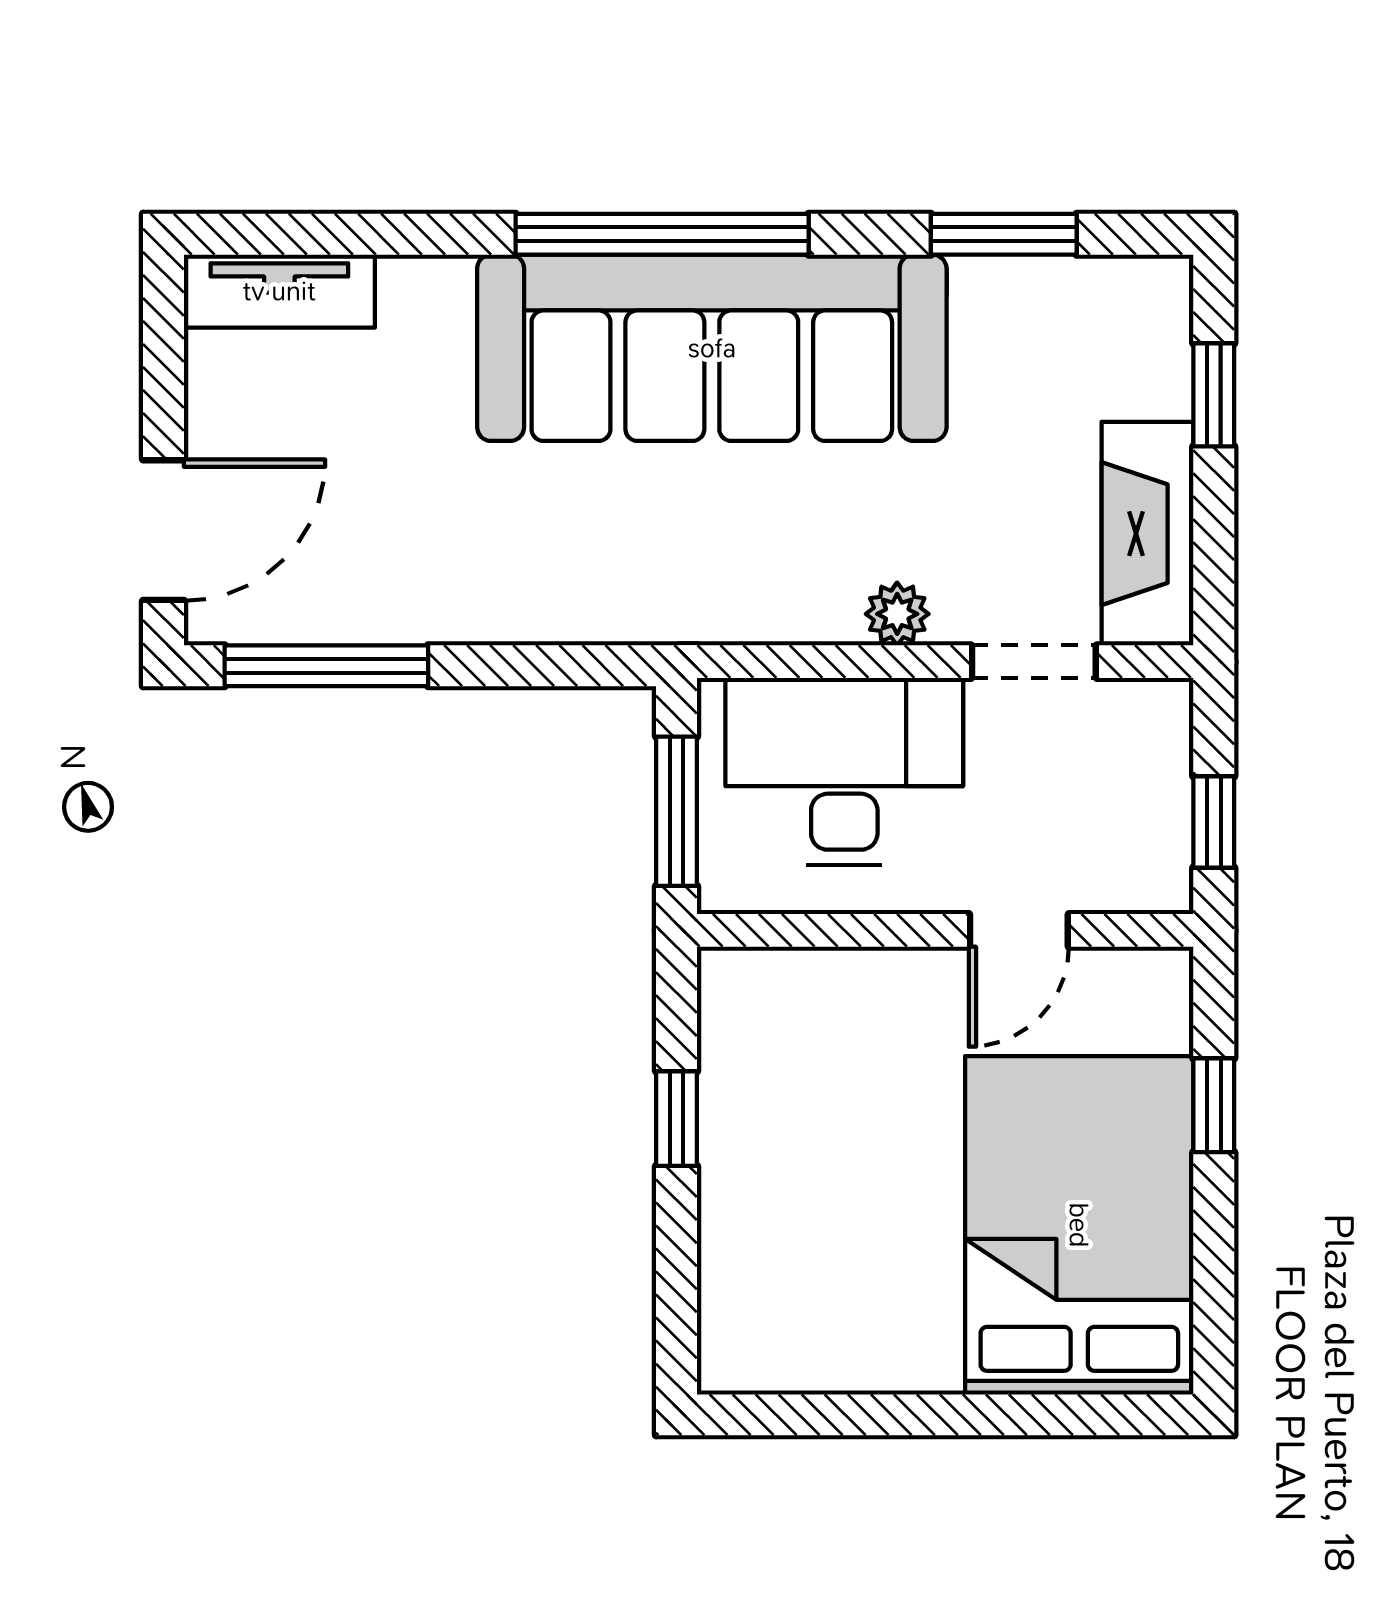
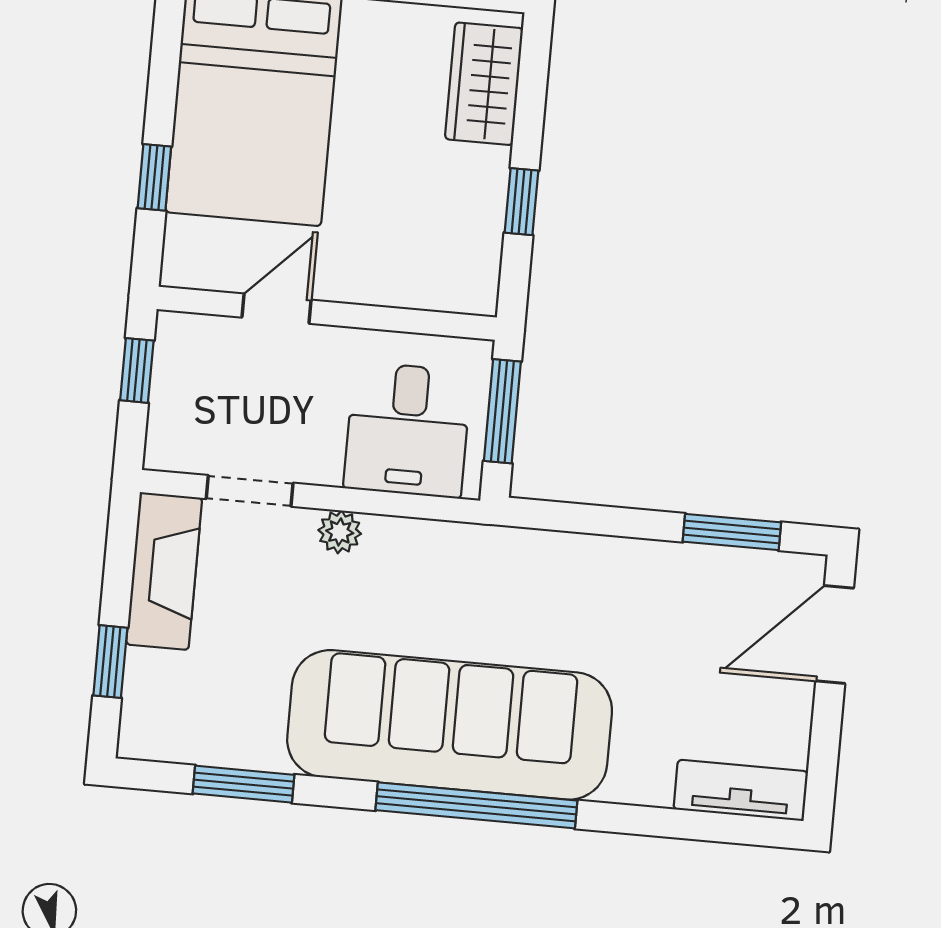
window: (326, 666) -> (732, 532), width x0.69
desk: (844, 771) -> (408, 430), width x0.73
wardrobe: (747, 1285) -> (484, 84), added

